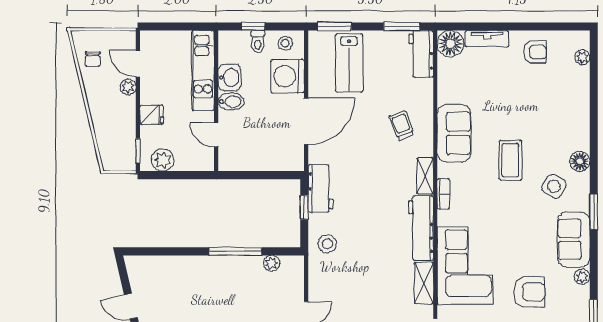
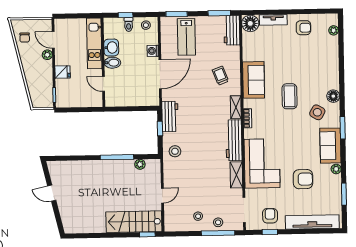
washing machine: (287, 76) -> (153, 51), width x0.53, depth x0.53
plant: (163, 160) -> (70, 100), removed

